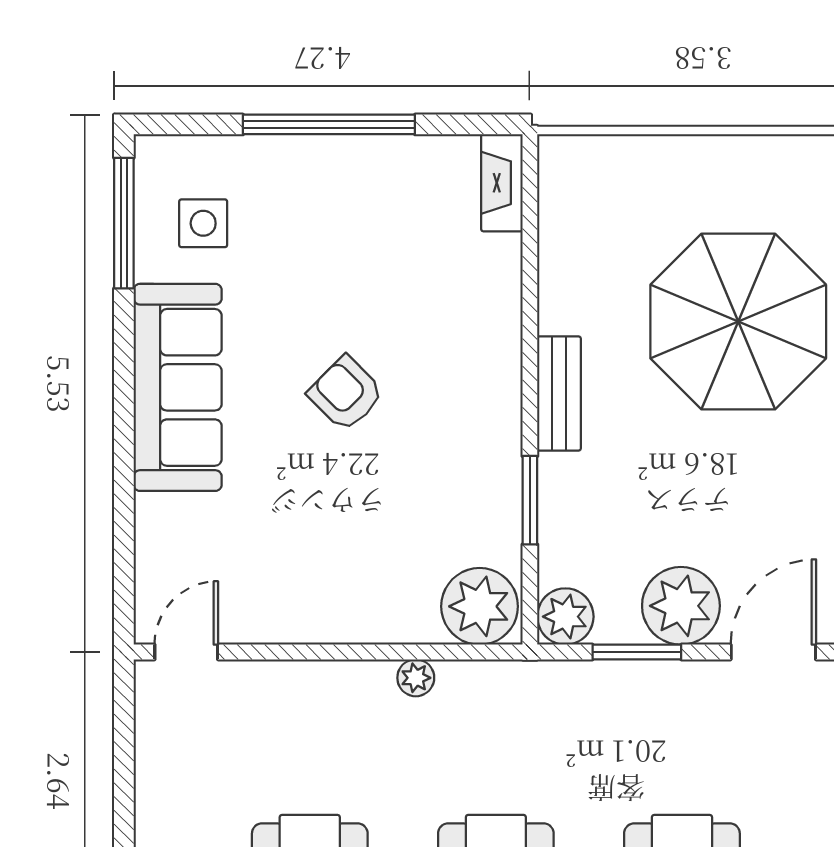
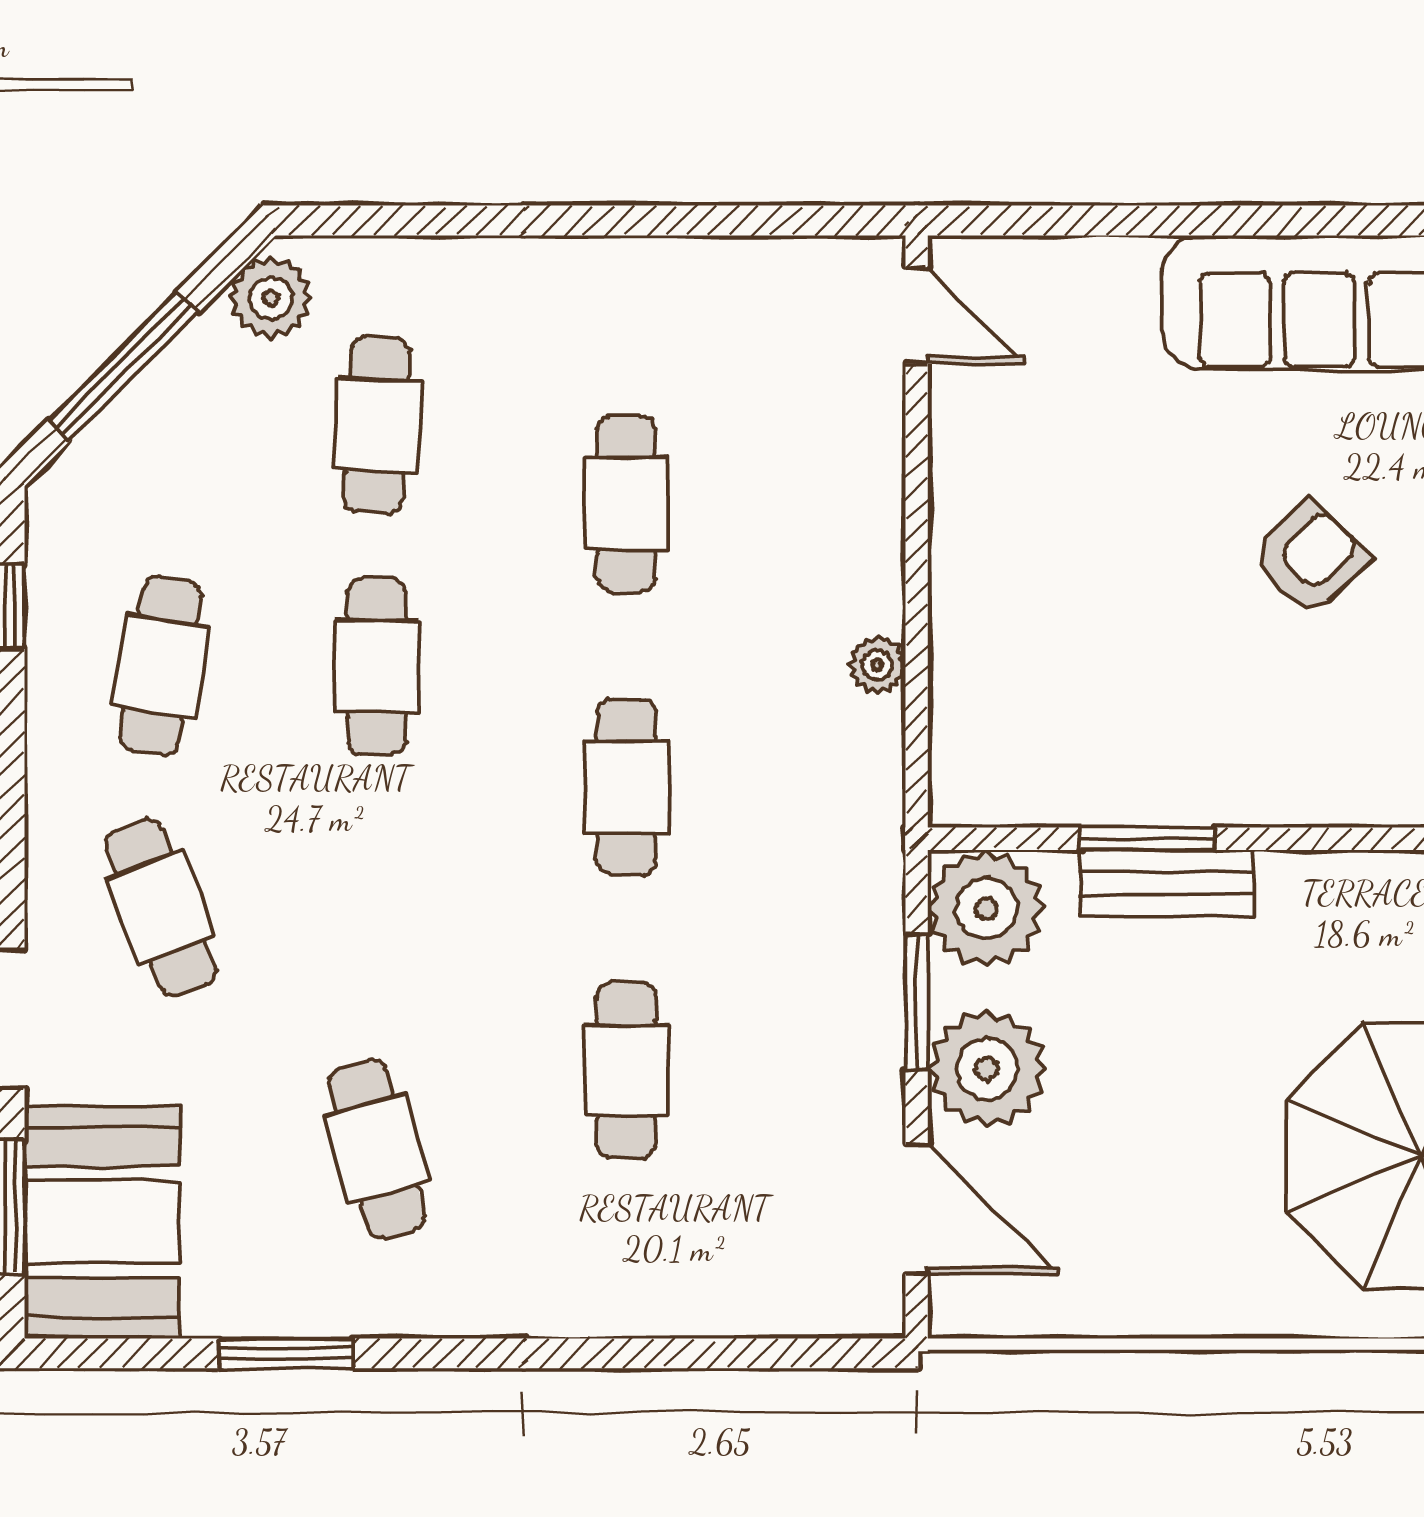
bench: (559, 394) -> (1167, 883), moved
plant: (480, 606) -> (986, 762), removed
plant: (565, 617) -> (986, 908), width x1.36, depth x1.36

